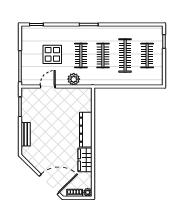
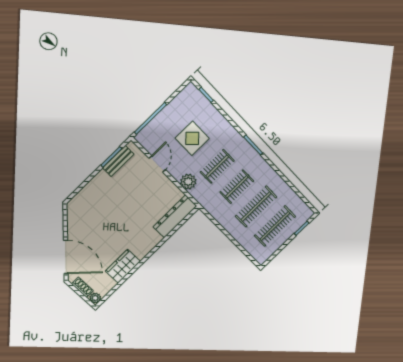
clothes rail: (147, 55) -> (275, 226), width x1.36
door: (48, 86) -> (157, 164), hinge flipped
dresser: (86, 130) -> (175, 216), moved
bench: (26, 134) -> (118, 161), moved

